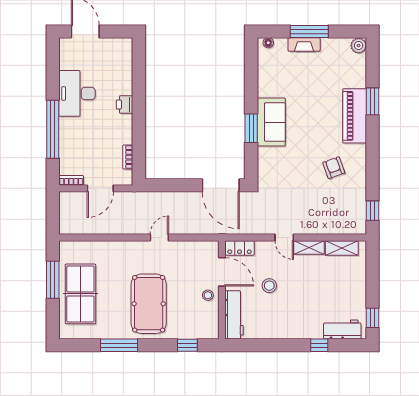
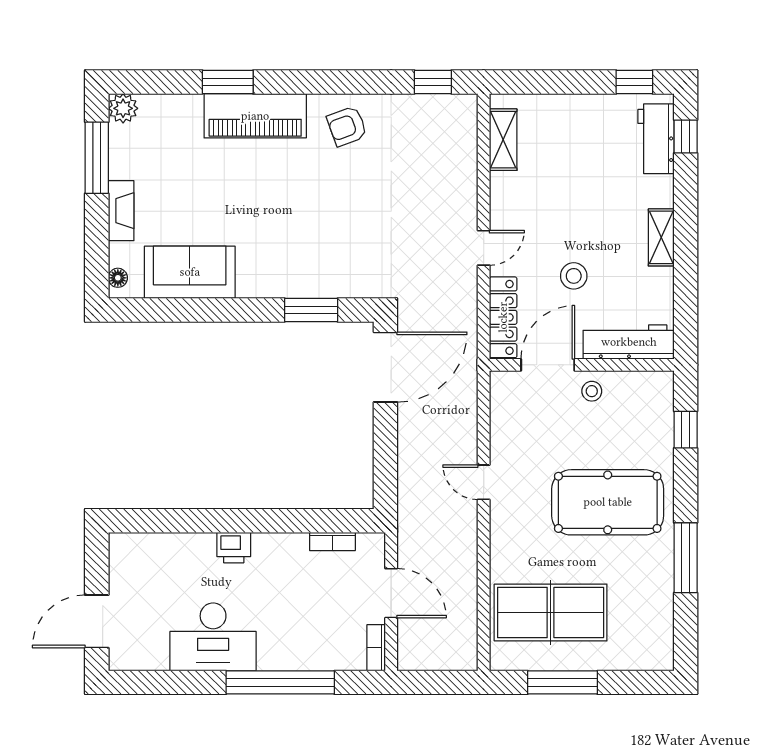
window: (309, 32) -> (97, 158), moved
sofa: (271, 122) -> (190, 272), moved
window: (251, 128) -> (311, 310), moved
armchair: (334, 168) -> (347, 126), moved
shelving: (309, 247) -> (661, 237), moved
locker: (240, 248) -> (503, 317), width x1.53
table tennis table: (80, 294) -> (551, 613), moved
window: (319, 345) -> (686, 136), moved

